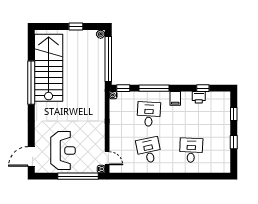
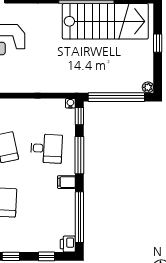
window: (76, 26) -> (158, 43), moved
window: (203, 88) -> (79, 217), width x3.17
printer: (199, 97) -> (68, 244), moved

